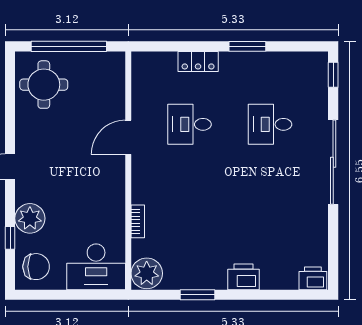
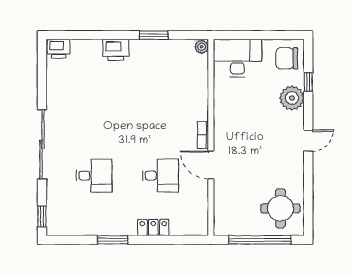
door: (128, 137) -> (211, 165), swing flipped
bookcase: (138, 221) -> (203, 135), moved
plant: (147, 273) -> (202, 47), width x0.53, depth x0.53

